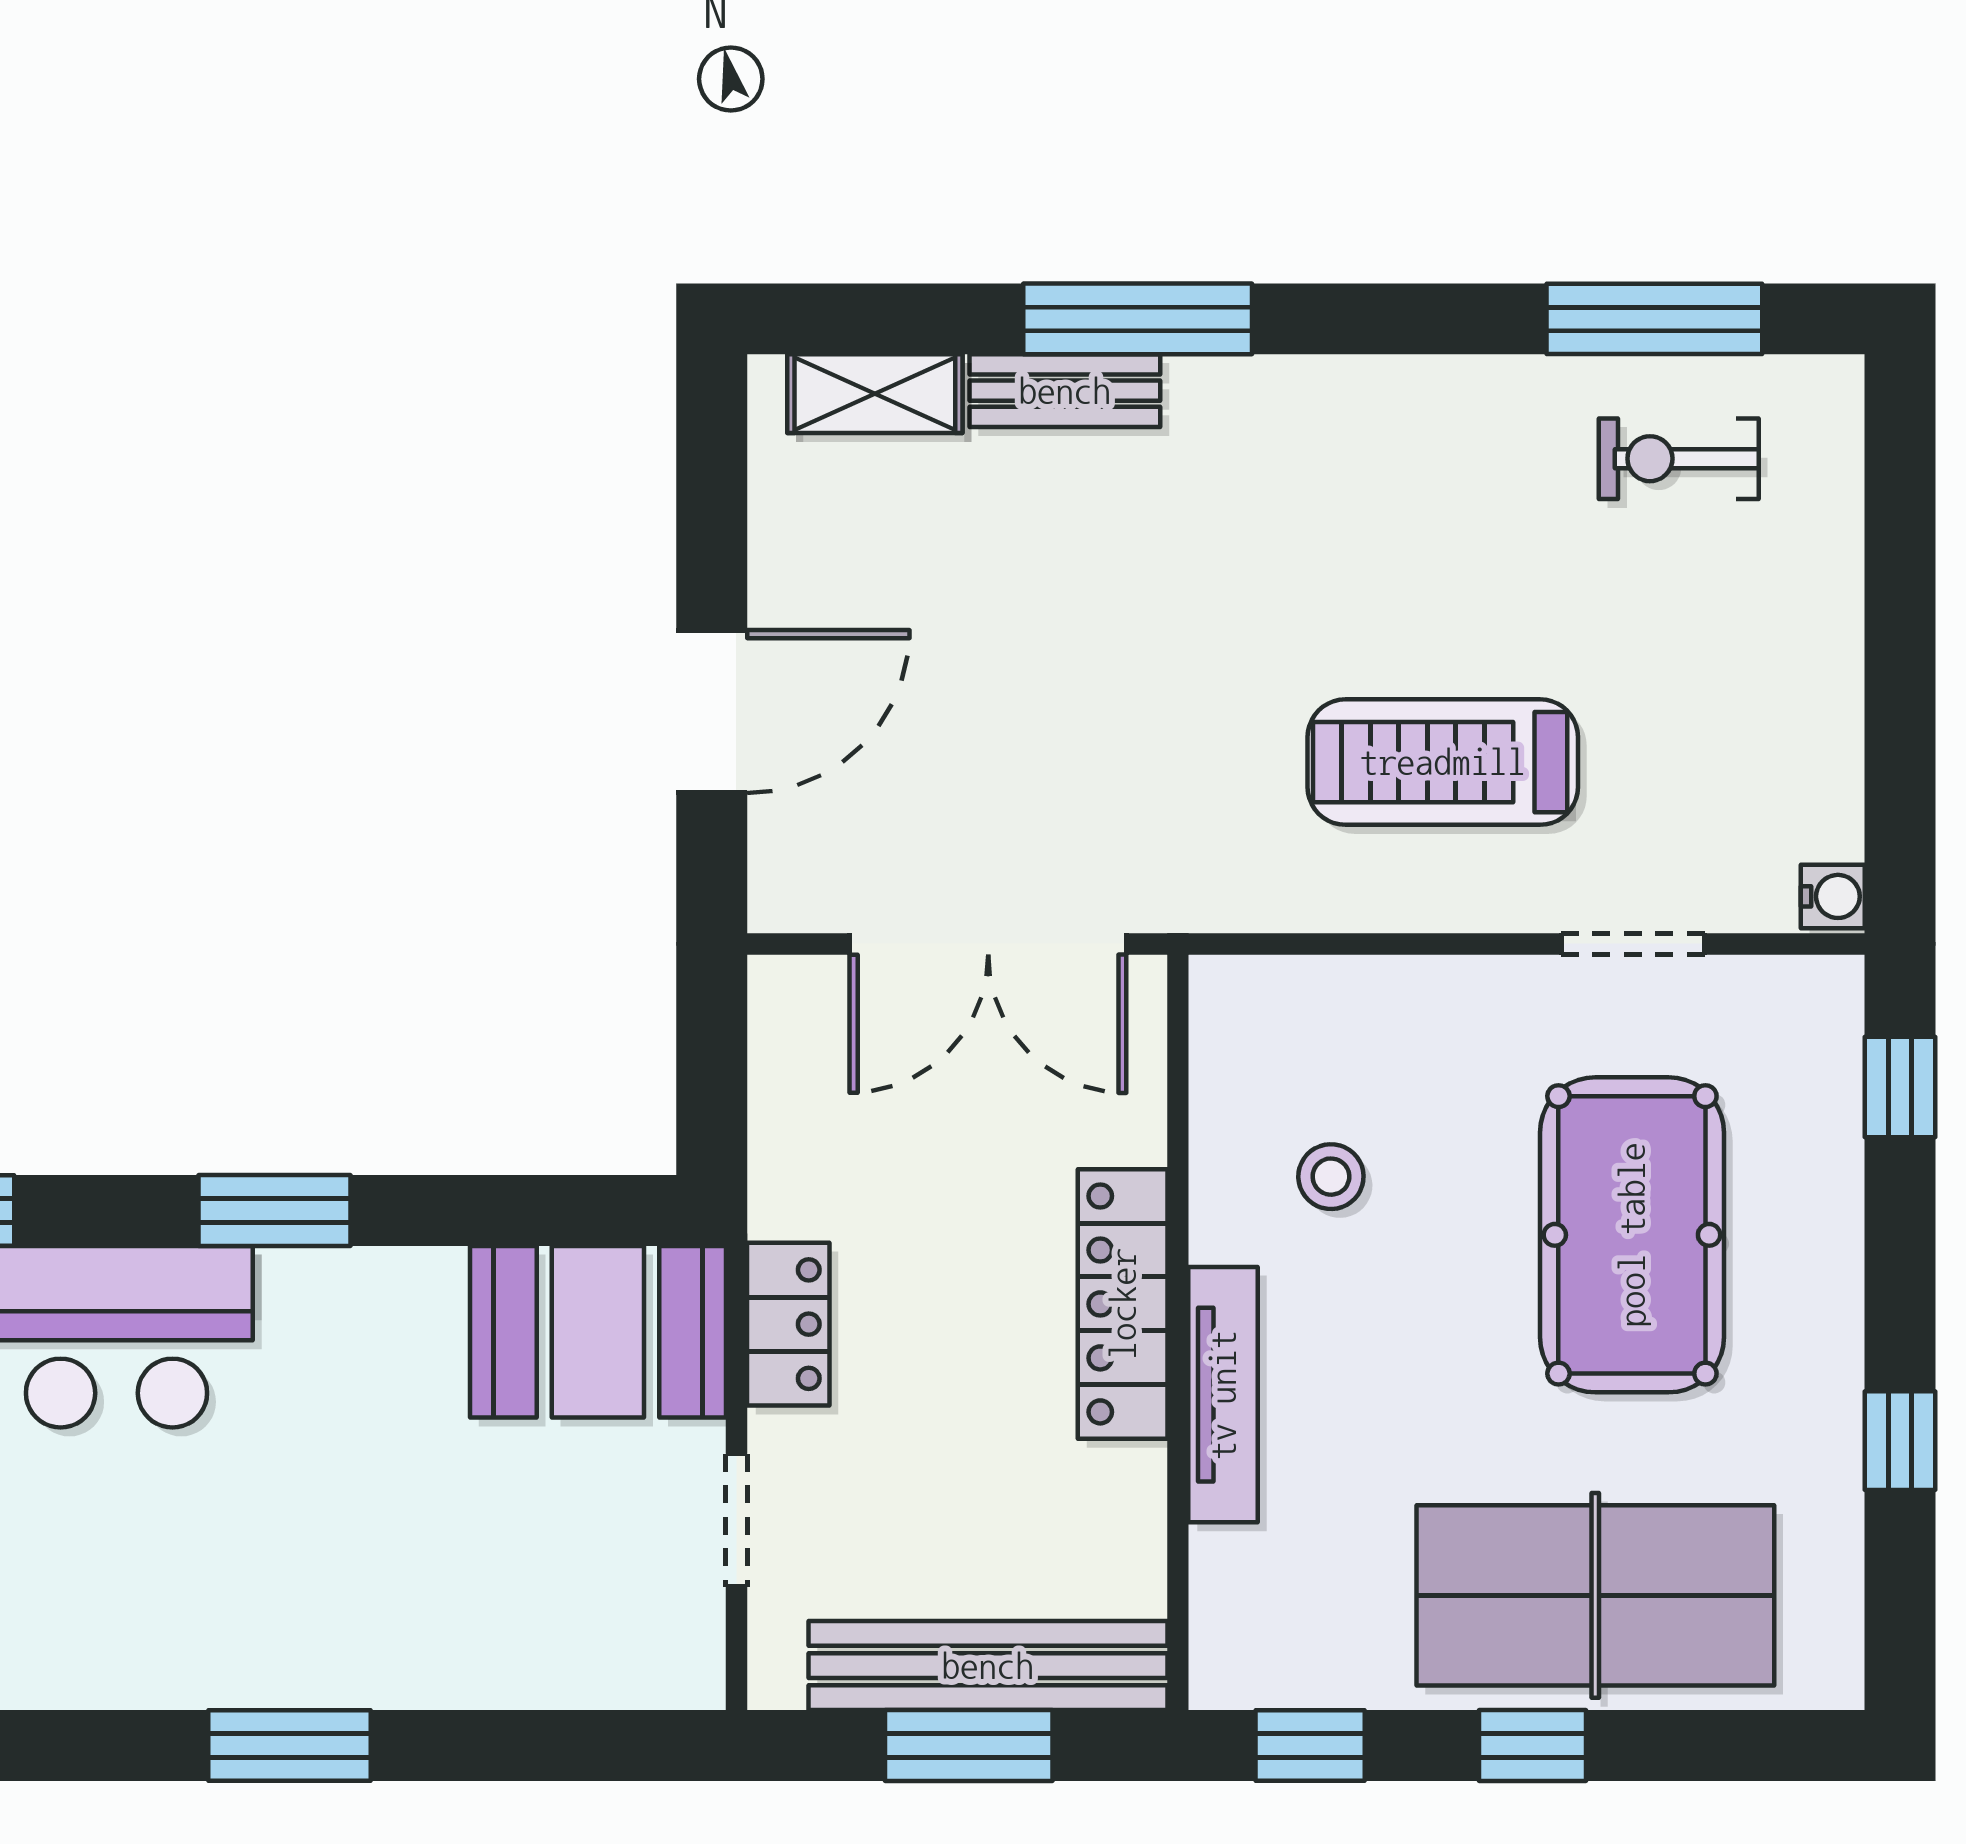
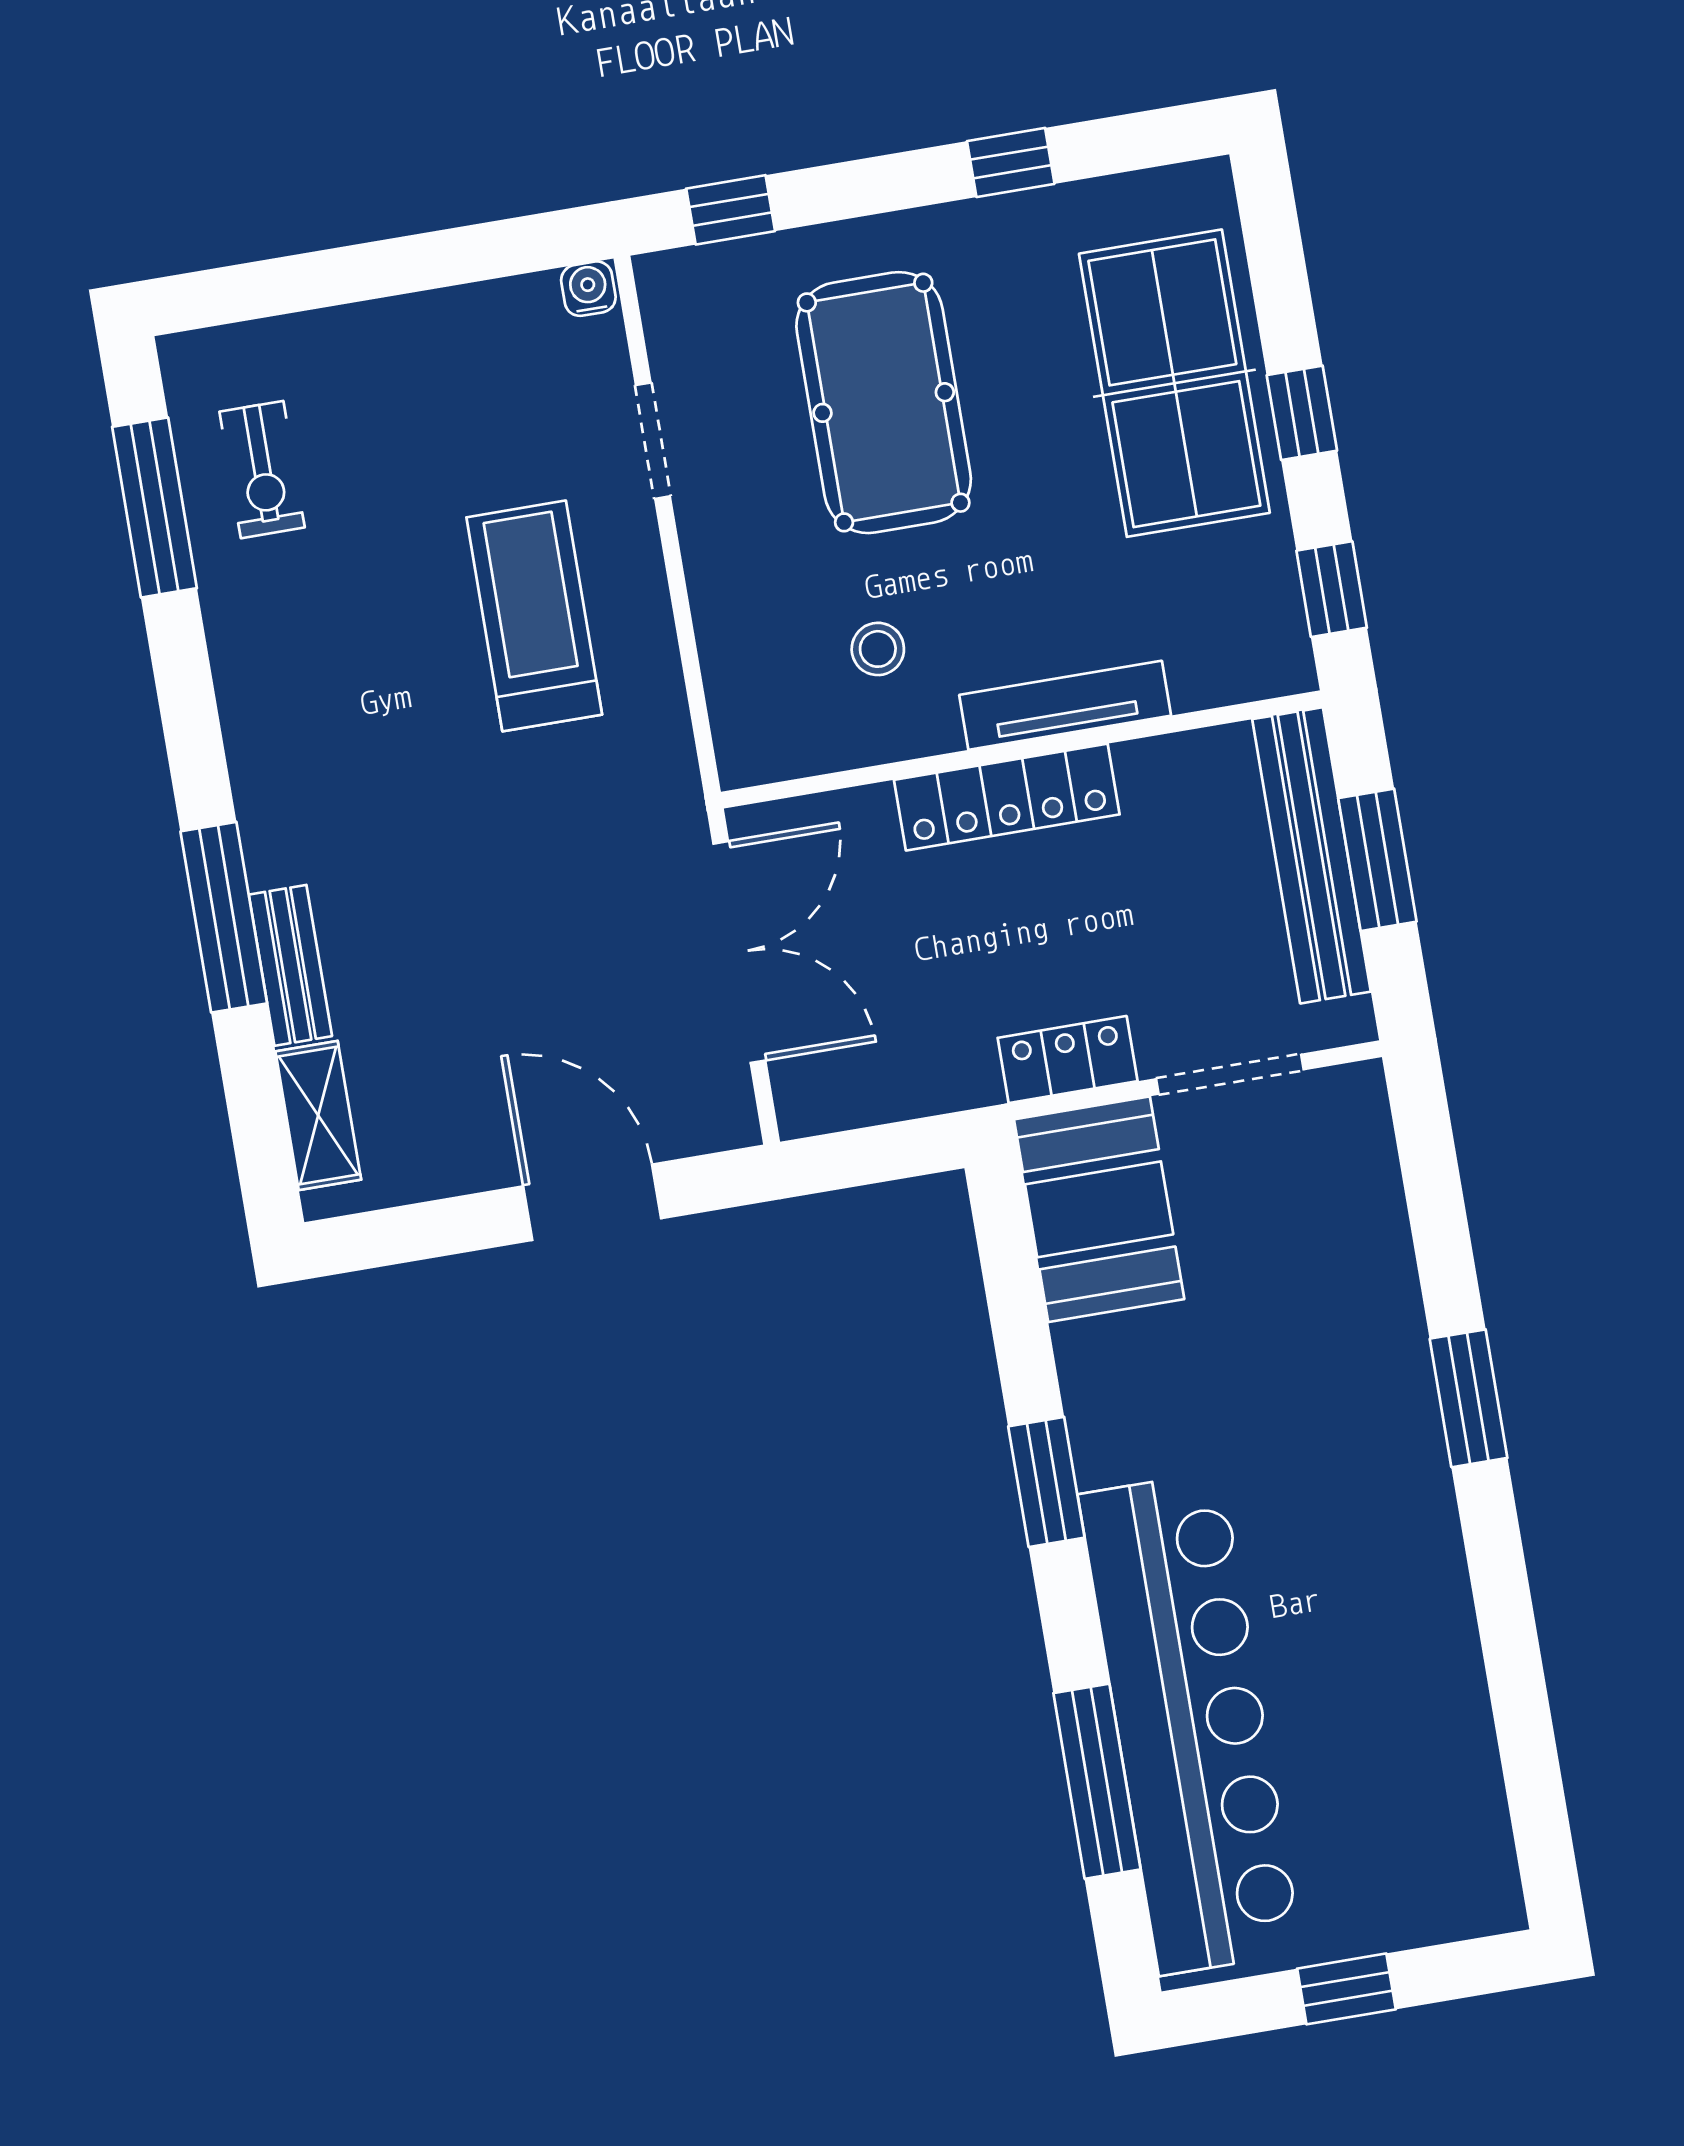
treadmill: (1443, 762) -> (534, 616), turned 180
pool table: (1632, 1235) -> (884, 403), turned 90
doorway: (736, 1520) -> (1230, 1074), width x1.38

